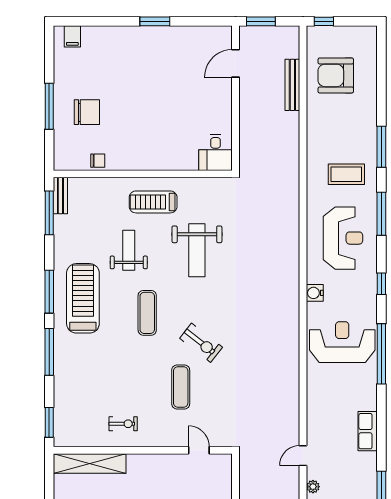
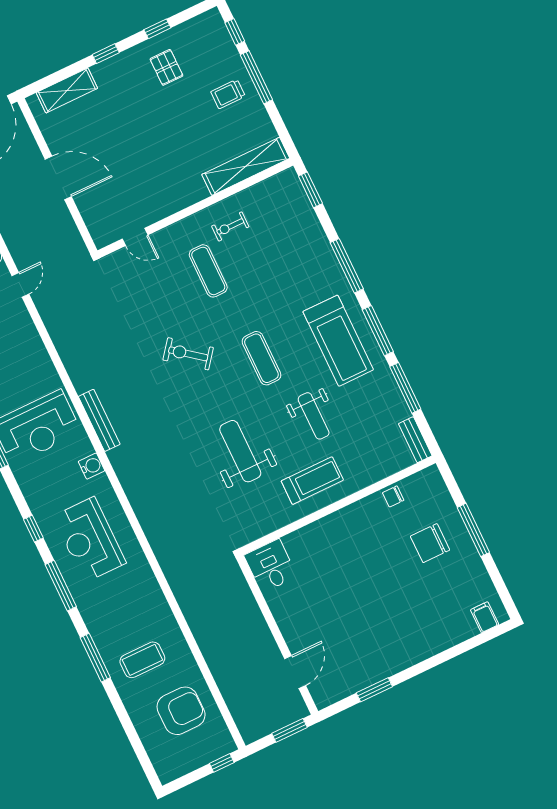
window: (155, 21) -> (374, 690), moved
bench: (292, 85) -> (99, 420), moved
coffee table: (346, 174) -> (142, 660), moved
window: (49, 213) -> (405, 388), moved
window: (381, 284) -> (33, 529), moved
exercise mat: (181, 387) -> (208, 271), moved

